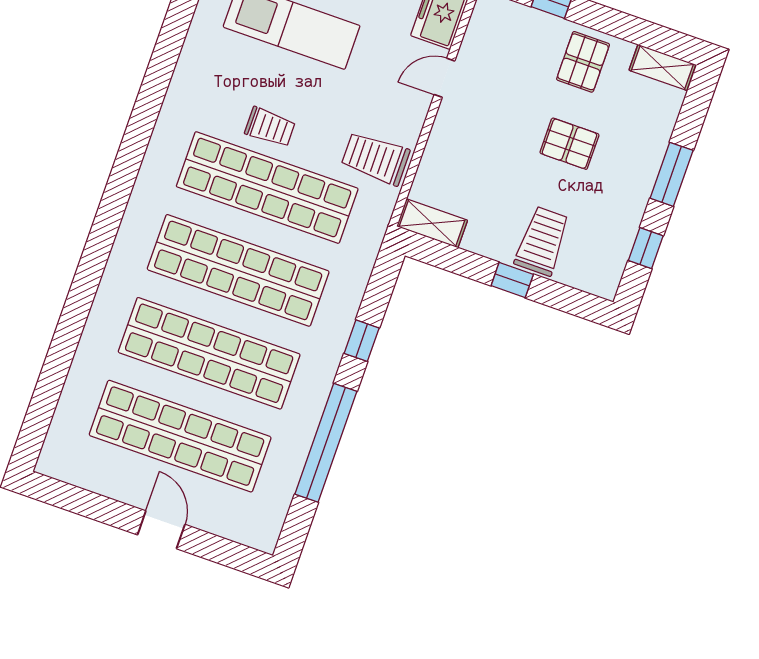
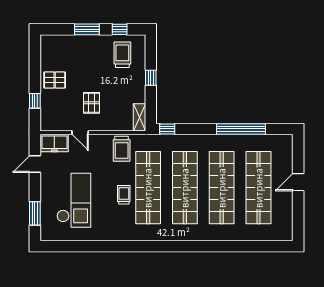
shelving: (662, 67) -> (46, 48), removed
pallet: (569, 144) -> (92, 103), moved
trolley: (542, 241) -> (122, 55), moved, turned 90
window: (362, 341) -> (167, 129), moved

